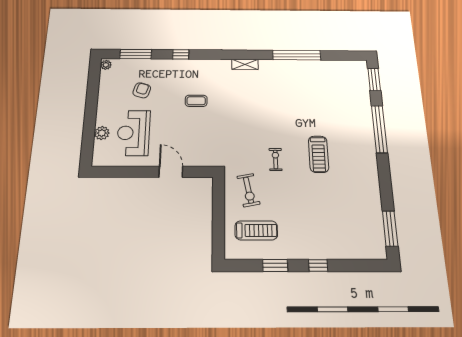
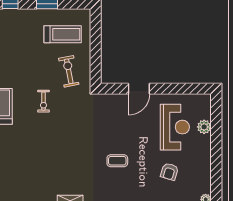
door: (171, 172) -> (139, 89), hinge flipped
treadmill: (256, 230) -> (63, 34), turned 180

